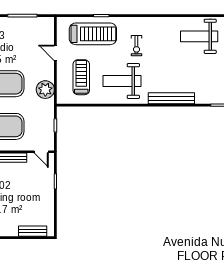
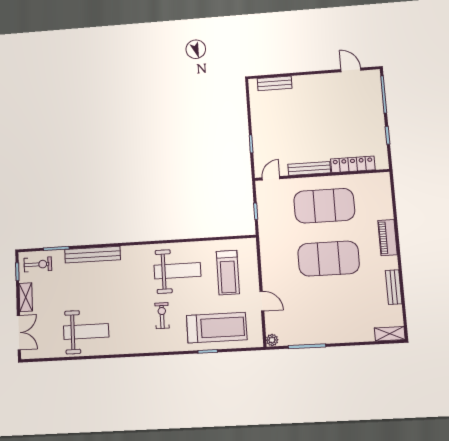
treadmill: (93, 34) -> (217, 328), turned 180
plant: (45, 90) -> (272, 340), moved, width x0.53, depth x0.53
bench: (171, 98) -> (93, 255), moved
door: (41, 152) -> (271, 178), hinge flipped

